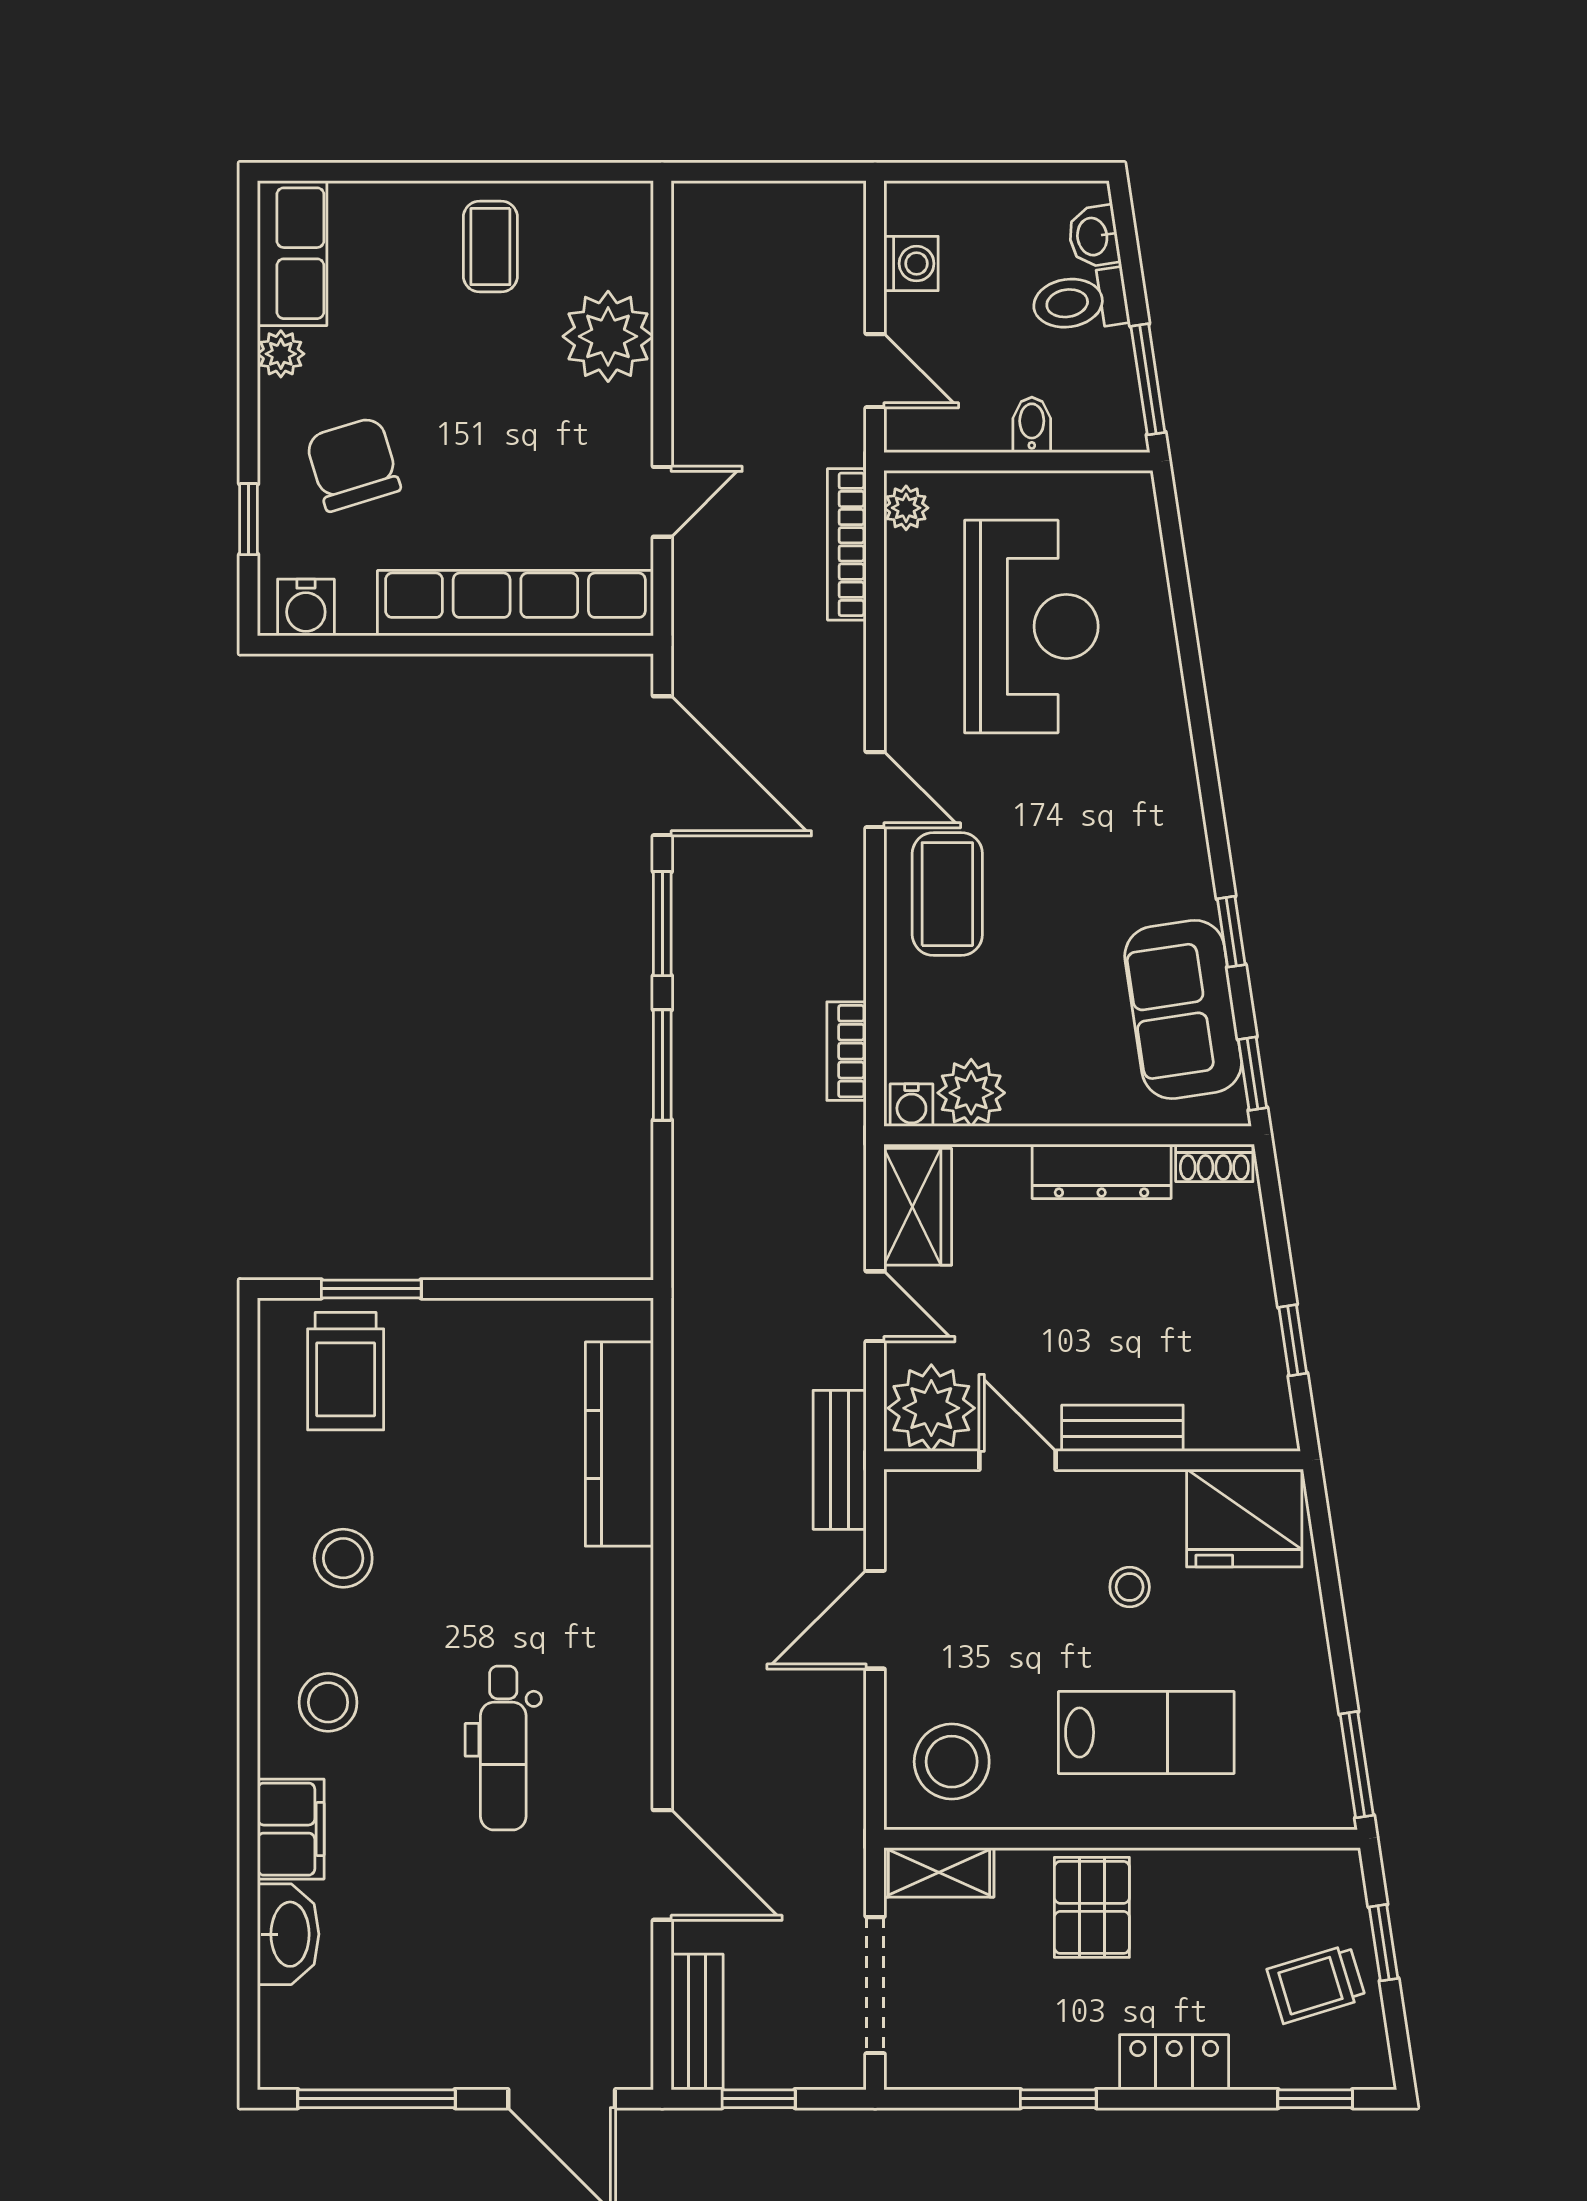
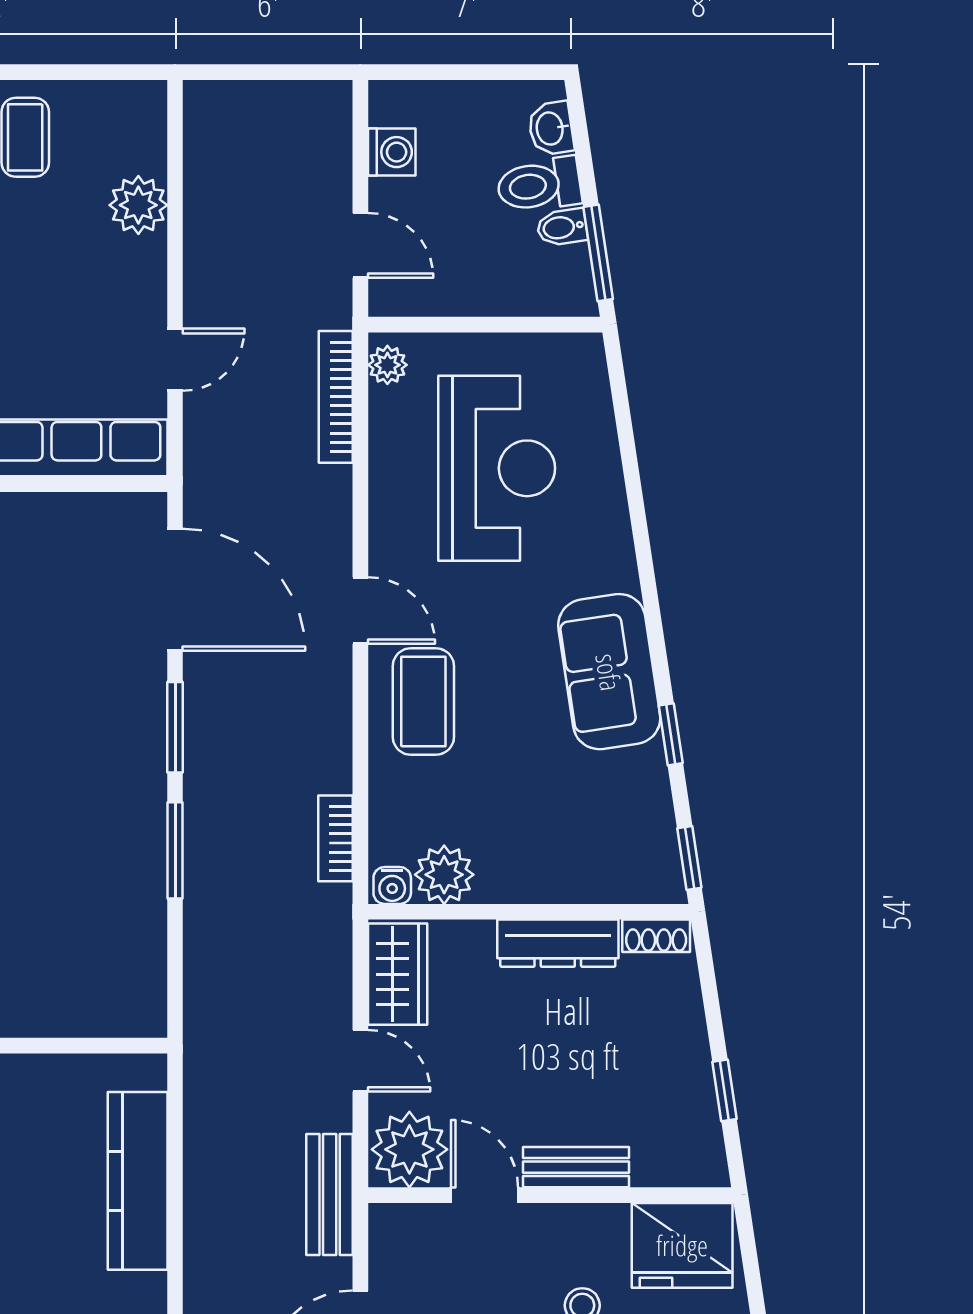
plant: (608, 336) -> (138, 205), width x0.73, depth x0.73
bidet: (1032, 425) -> (562, 227), moved, turned -99
sofa: (1183, 1009) -> (609, 672), moved

